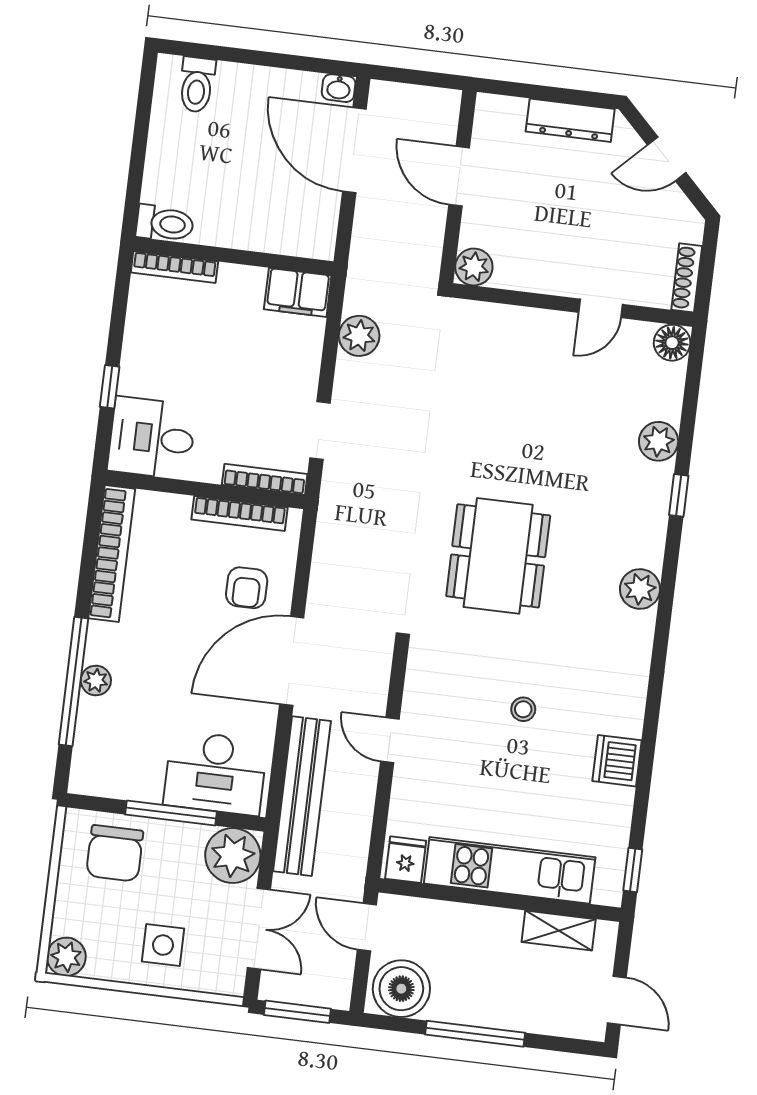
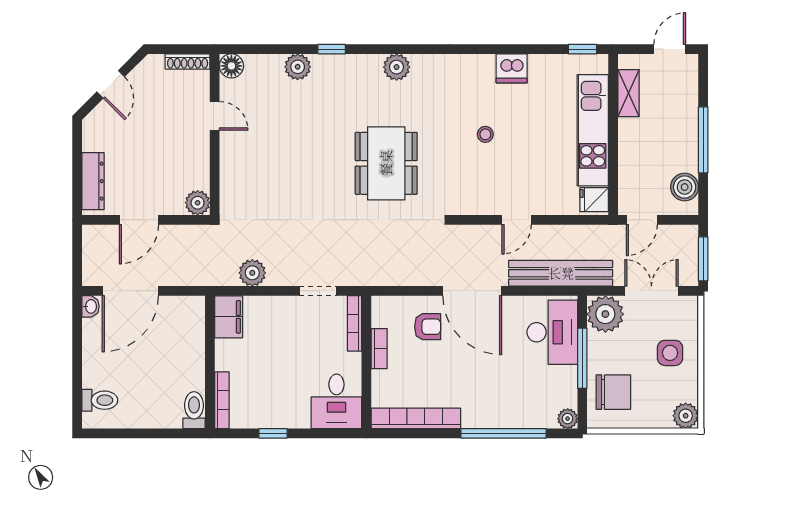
dresser: (570, 120) -> (93, 181), moved
window: (110, 387) -> (273, 433), moved
bookcase: (240, 514) -> (379, 349), width x0.64
dining table: (498, 556) -> (386, 163), turned 90
plant: (96, 681) -> (568, 419), moved
boiler: (401, 989) -> (685, 187), width x0.73, depth x0.73

